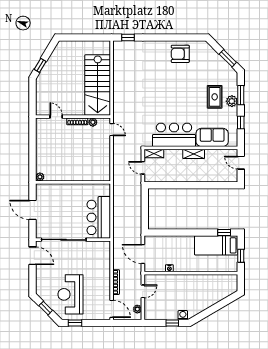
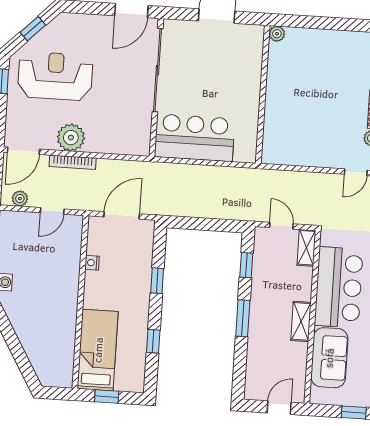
door: (143, 168) -> (281, 226), hinge flipped
window: (165, 185) -> (246, 265), added
window: (194, 185) -> (243, 318), added
window: (177, 233) -> (157, 281), added
window: (224, 233) -> (153, 341), moved
bed: (216, 245) -> (98, 350), moved
plant: (103, 284) -> (71, 138), added
door: (143, 291) -> (52, 211), hinge flipped

